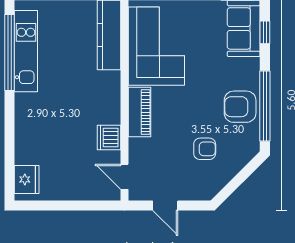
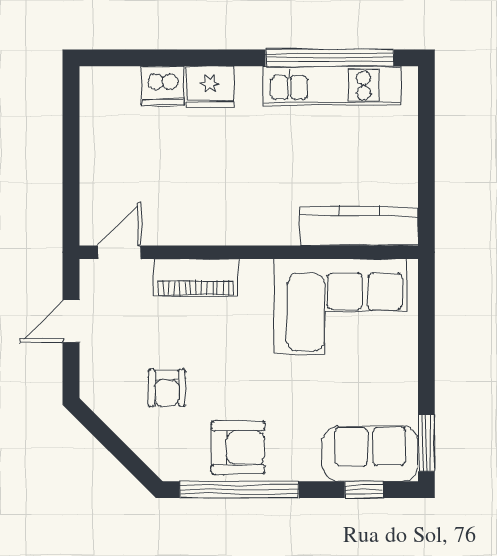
armchair: (240, 107) -> (238, 448), turned 90
piano: (140, 112) -> (196, 278), moved
dishwasher: (109, 138) -> (163, 86), moved, turned 180
fridge: (27, 179) -> (210, 87), moved

